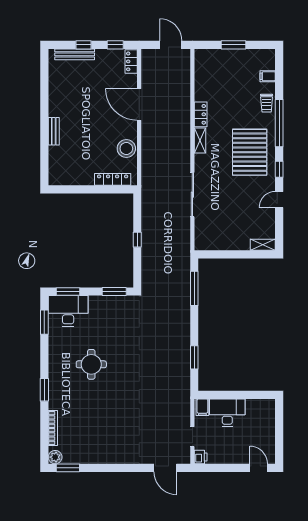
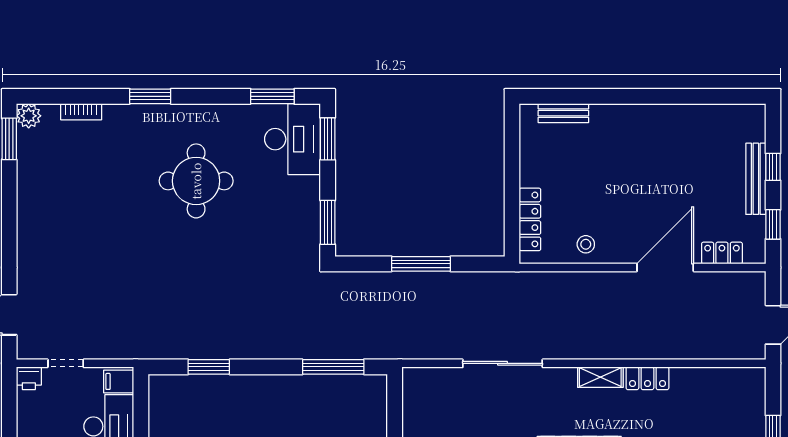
bench: (75, 54) -> (756, 179), moved
locker: (131, 61) -> (722, 253), moved
bench: (54, 131) -> (563, 113), moved
stool: (126, 148) -> (586, 244), width x0.53, depth x0.53
window: (137, 240) -> (421, 264), width x2.17
round table: (91, 364) -> (196, 181), width x1.36, depth x1.36
bookcase: (53, 428) -> (81, 112), width x0.64

